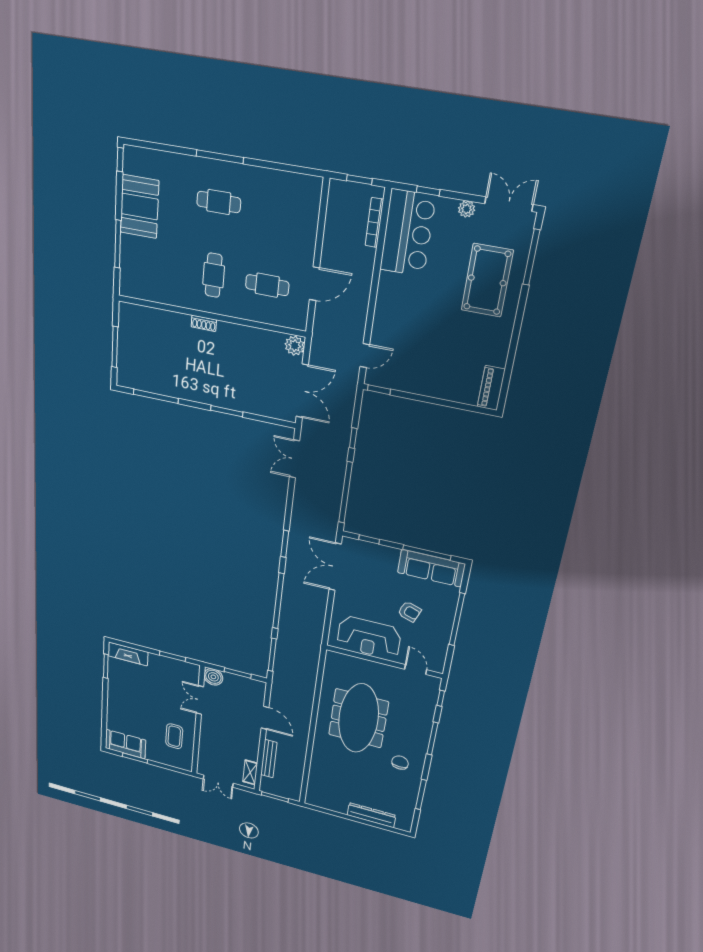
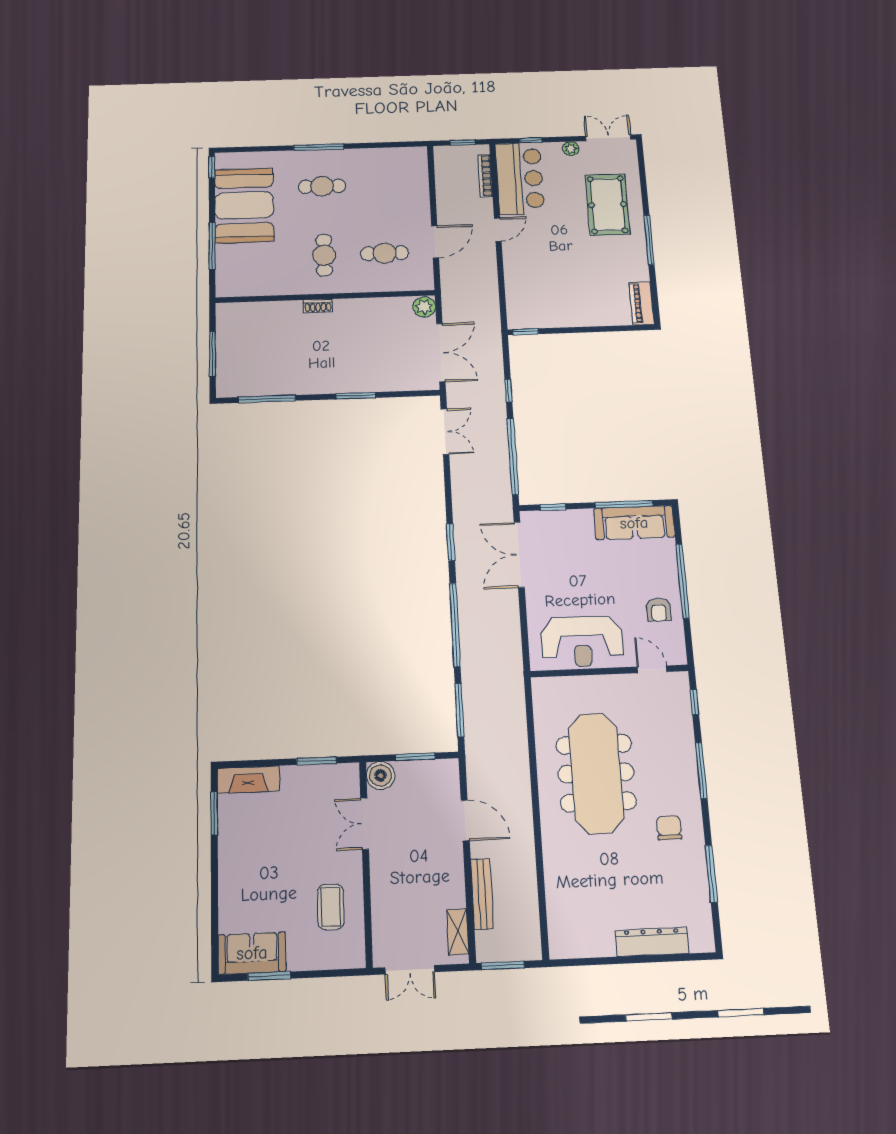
booth: (139, 207) -> (244, 205), width x1.36, depth x1.42
window: (531, 257) -> (649, 240), moved
door: (365, 356) -> (498, 229), moved
double door: (294, 459) -> (445, 432), swing flipped
armchair: (409, 612) -> (659, 610), moved, turned 71

